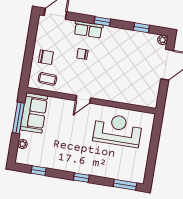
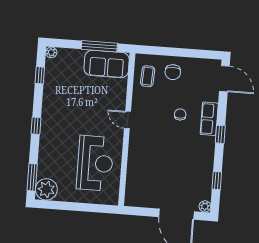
plant: (23, 144) -> (51, 52), moved
plant: (136, 174) -> (46, 189), added

